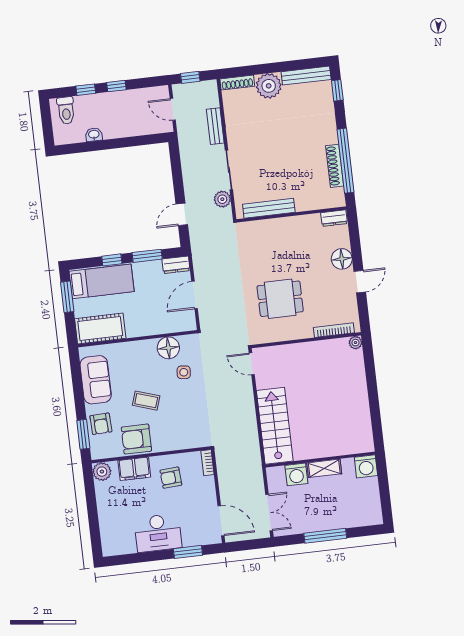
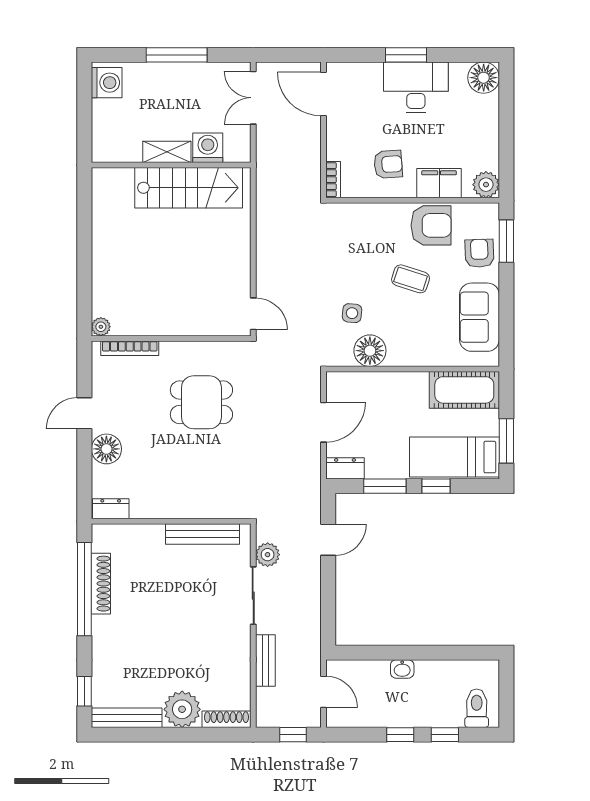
washbasin: (94, 135) -> (402, 669), moved
stairs: (275, 426) -> (189, 188), moved, turned -90
washing machine: (366, 466) -> (107, 83), moved, turned 90
floor lamp: (112, 545) -> (484, 78), added
window: (188, 552) -> (406, 55), moved

